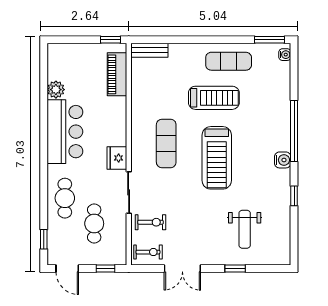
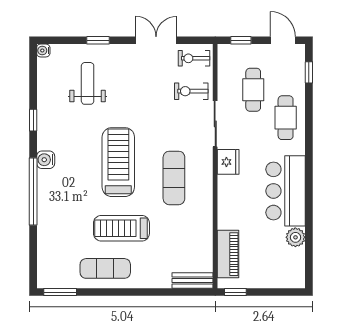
water cooler: (285, 55) -> (43, 51), moved

